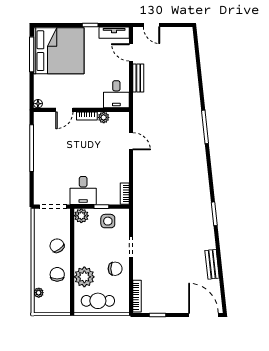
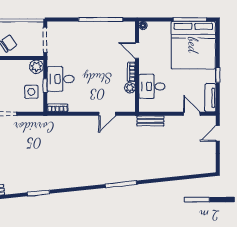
door: (131, 52) -> (192, 114), hinge flipped
bench: (138, 78) -> (150, 121), moved
desk: (116, 94) -> (152, 86), moved
desk: (83, 190) -> (60, 79), moved

